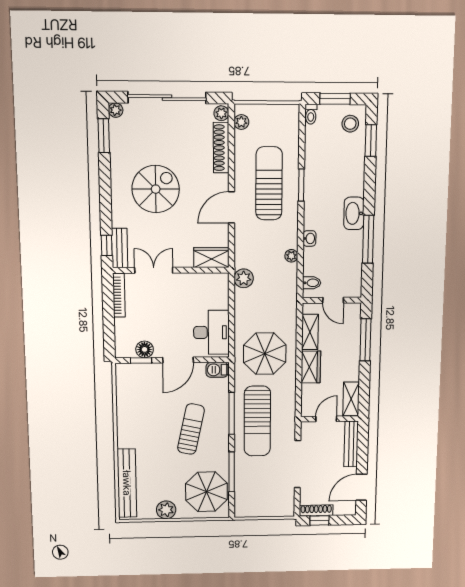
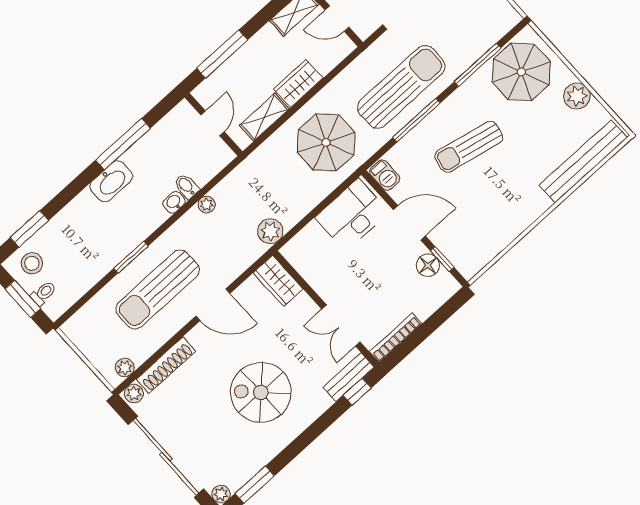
toilet: (311, 114) -> (43, 293), moved
bidet: (312, 283) -> (186, 186), moved

